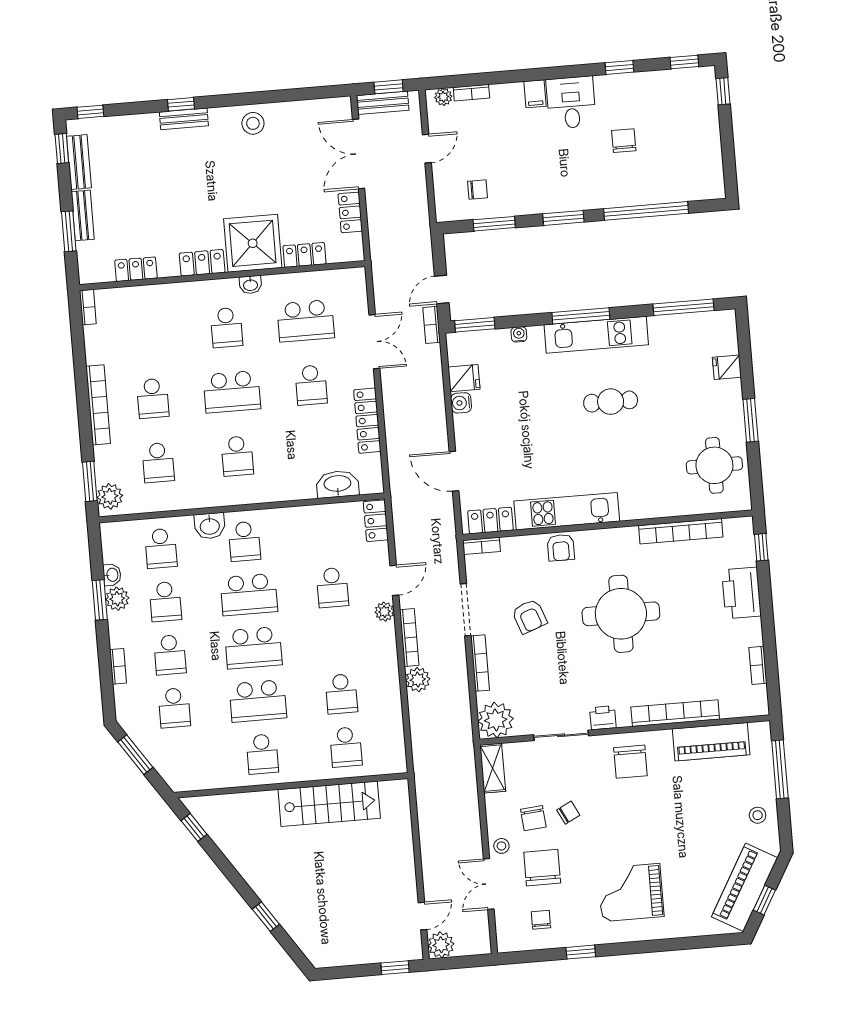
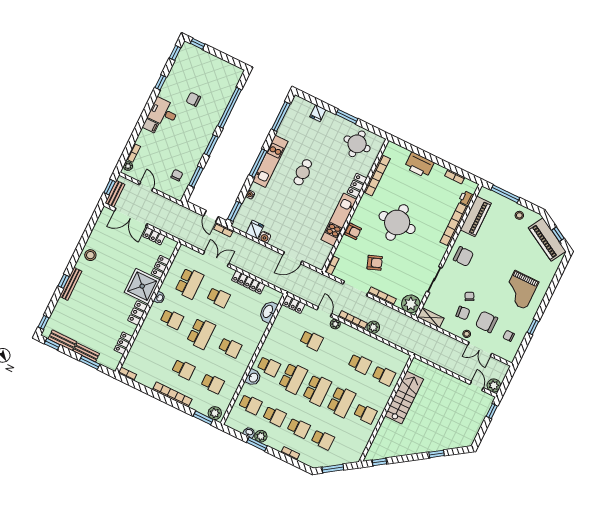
bench: (184, 119) -> (71, 284), width x1.36
locker: (490, 521) -> (357, 185), moved
window: (761, 547) -> (405, 145), removed
printer: (603, 718) -> (466, 198), moved

